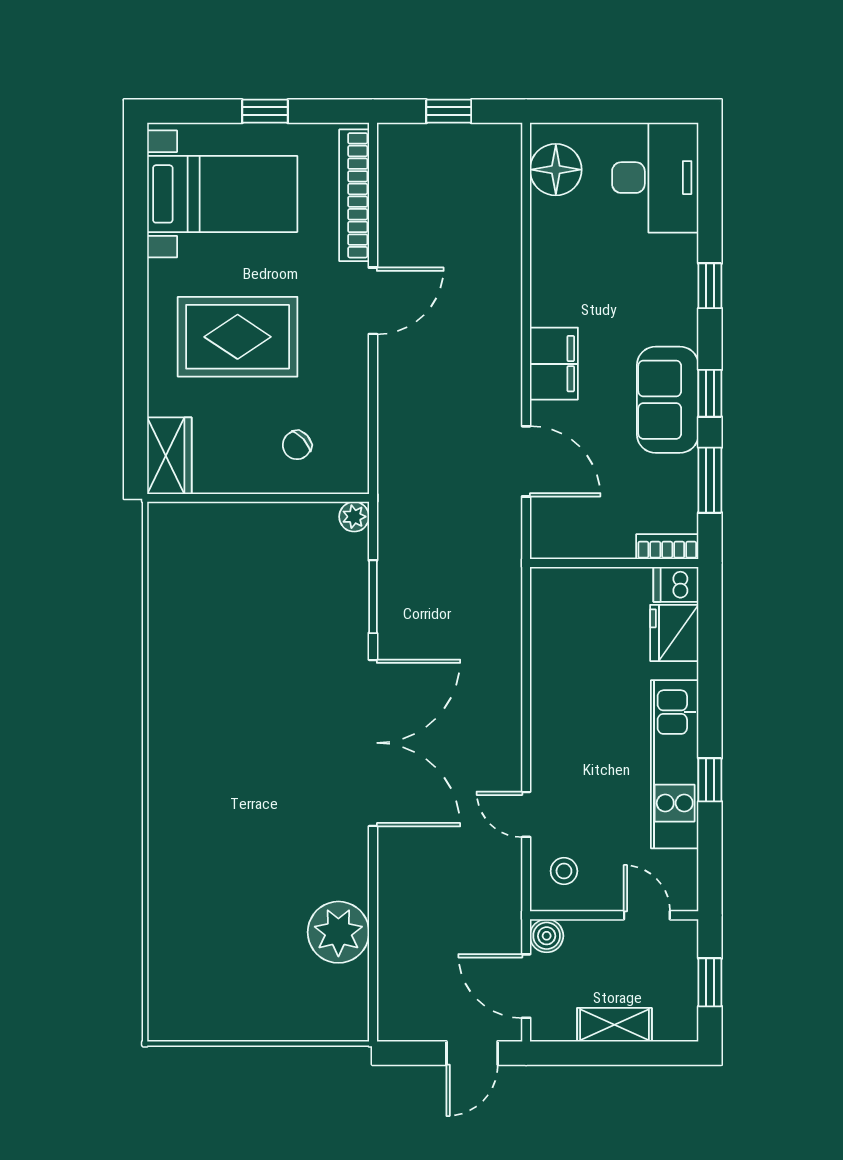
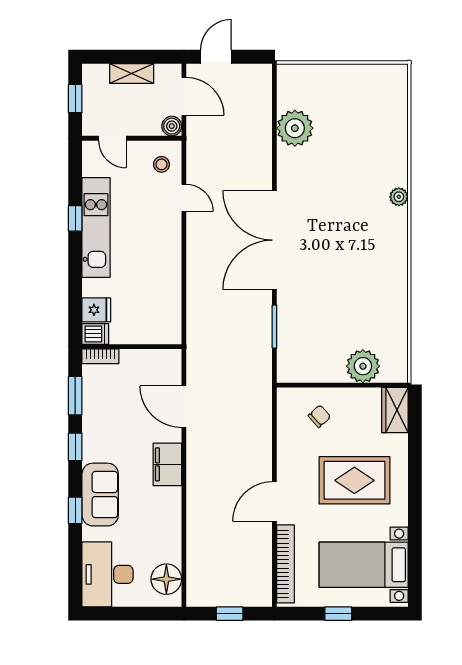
sofa: (668, 400) -> (100, 495), moved
plant: (354, 517) -> (363, 366), moved, width x1.87, depth x1.87
fridge: (674, 633) -> (96, 310), width x0.72
plant: (163, 816) -> (399, 197), added

